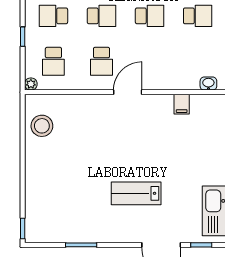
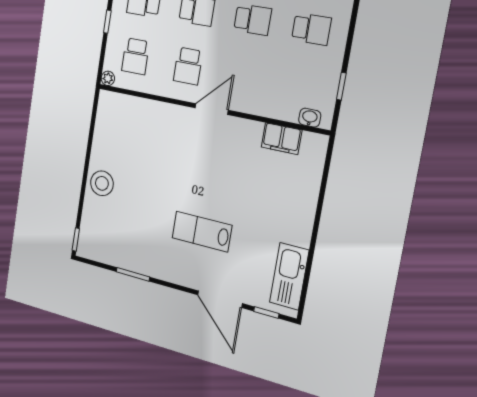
filing cabinet: (182, 104) -> (282, 139), width x2.00
stool: (42, 126) -> (102, 183), moved

